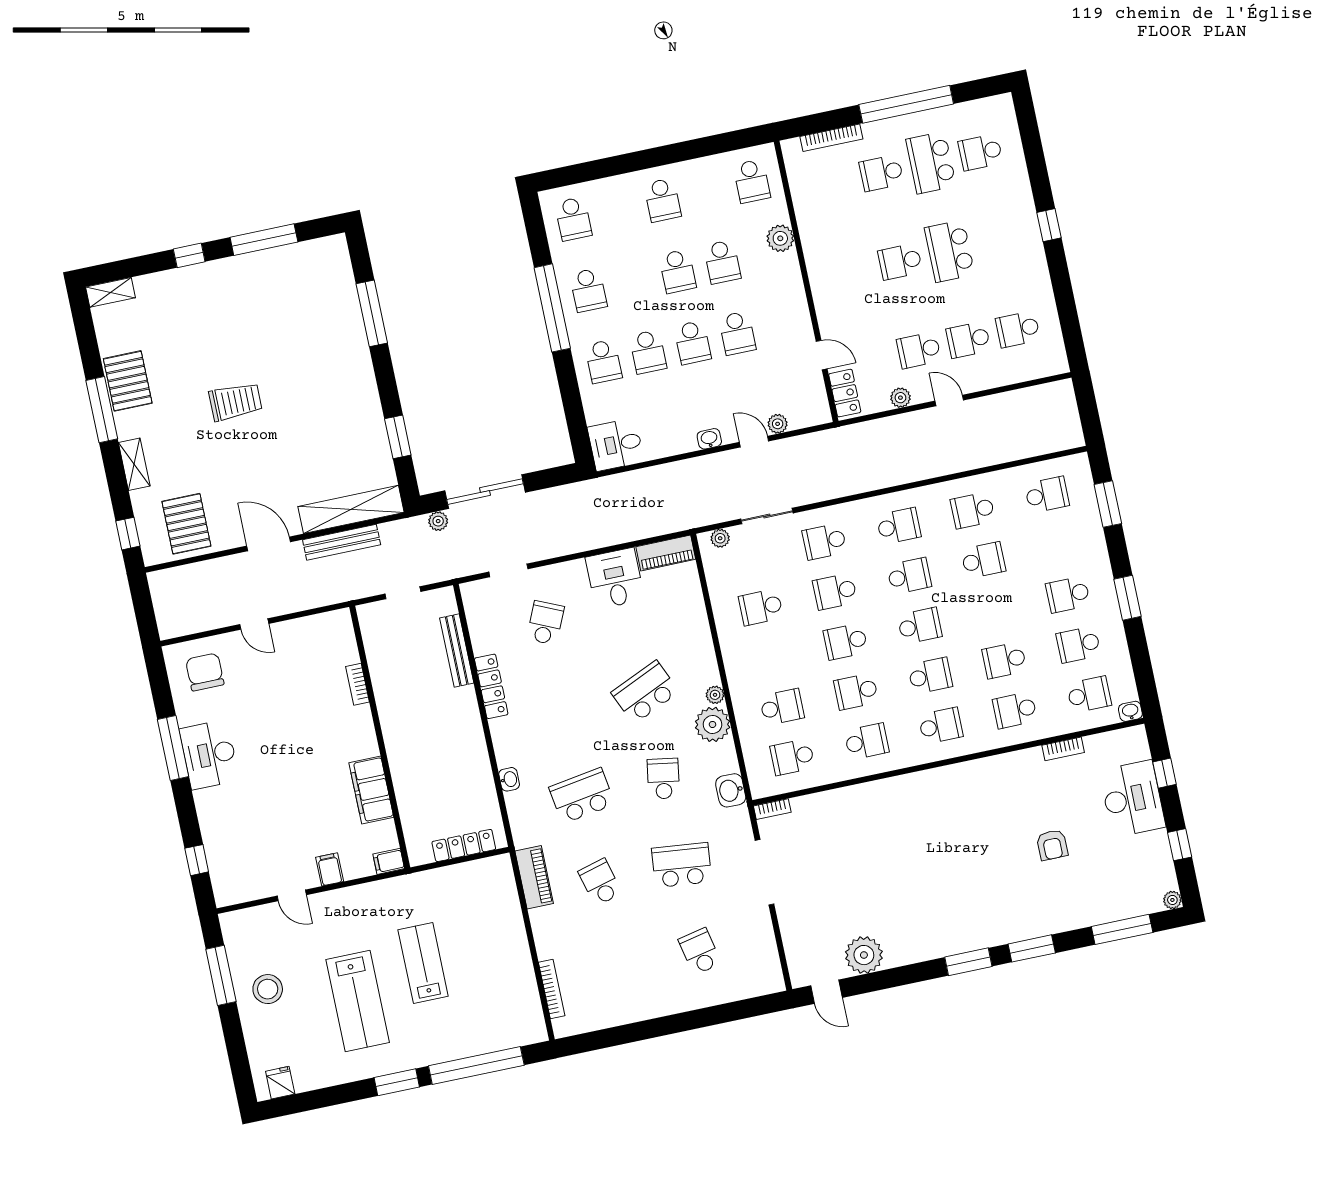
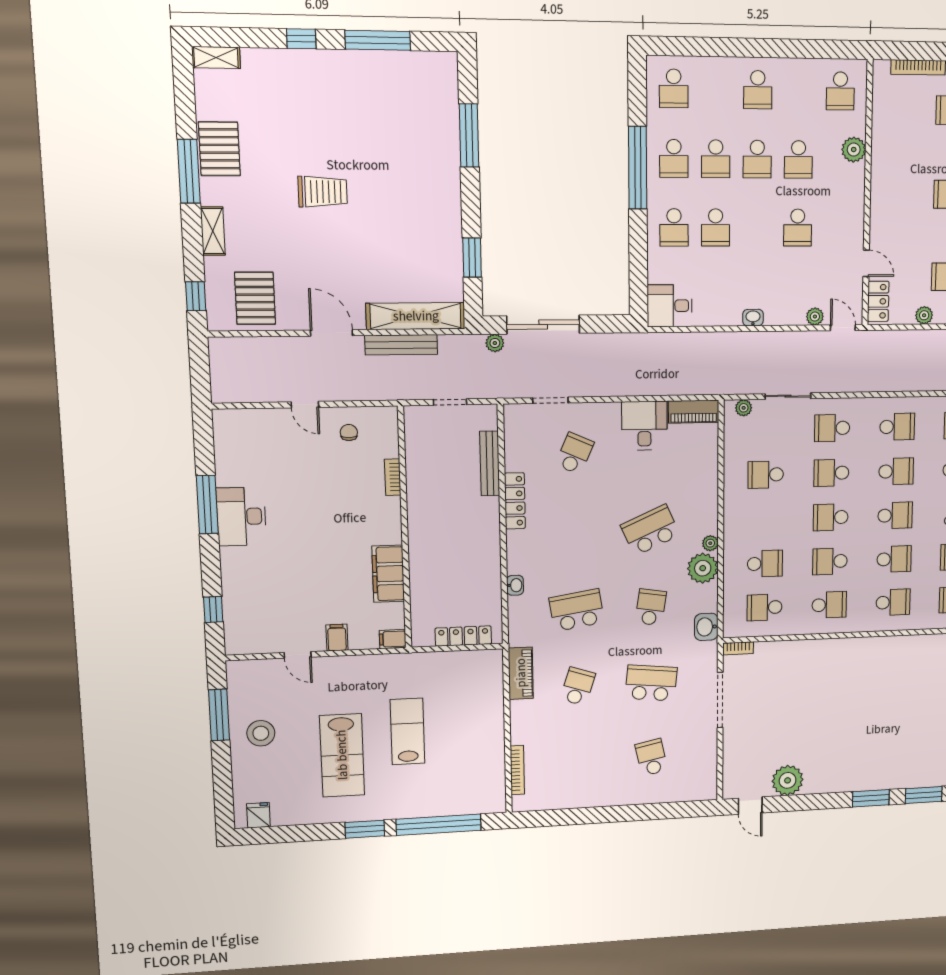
school desk: (693, 343) -> (716, 159), moved
door: (754, 442) -> (843, 328), moved
chair: (205, 672) -> (349, 433), moved, width x0.54, depth x0.54
school desk: (600, 882) -> (578, 686), turned 33

